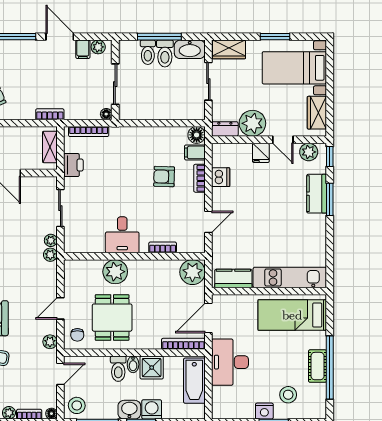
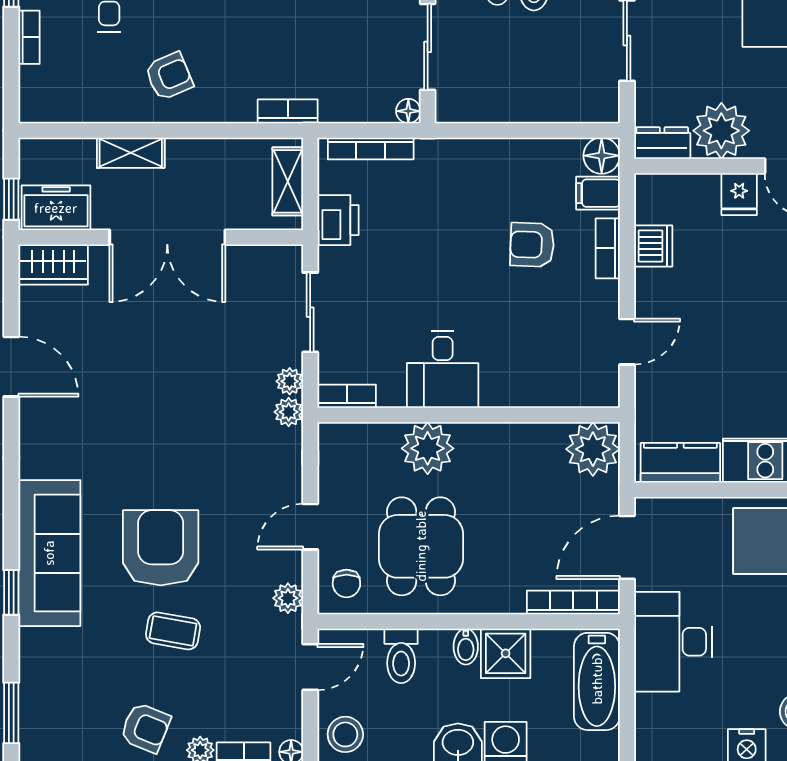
bookcase: (163, 247) -> (347, 396), moved
toilet: (118, 369) -> (401, 656), moved

